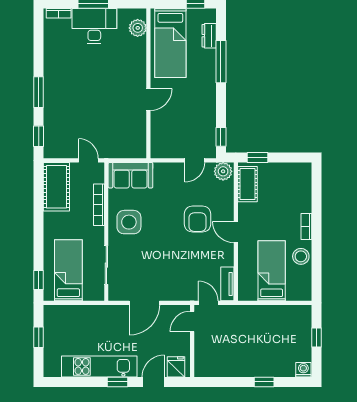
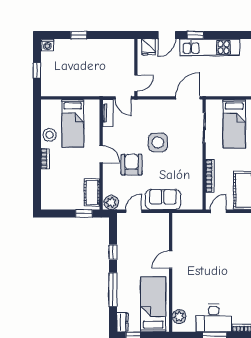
dresser: (209, 36) -> (122, 322), moved
window: (221, 137) -> (113, 252), moved
door: (88, 160) -> (218, 211), swing flipped
sofa: (130, 175) -> (163, 199), moved
side table: (129, 222) -> (158, 142), moved
door: (144, 303) -> (188, 98), moved

